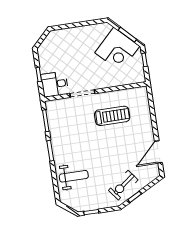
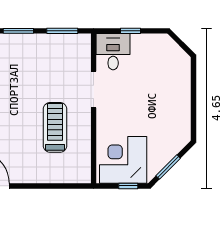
corner desk: (117, 49) -> (123, 160), moved, turned 45
treadmill: (112, 116) -> (55, 127), turned 180

